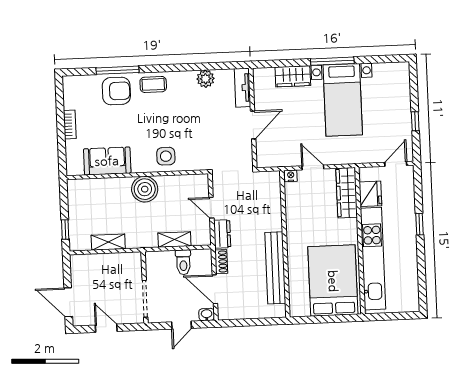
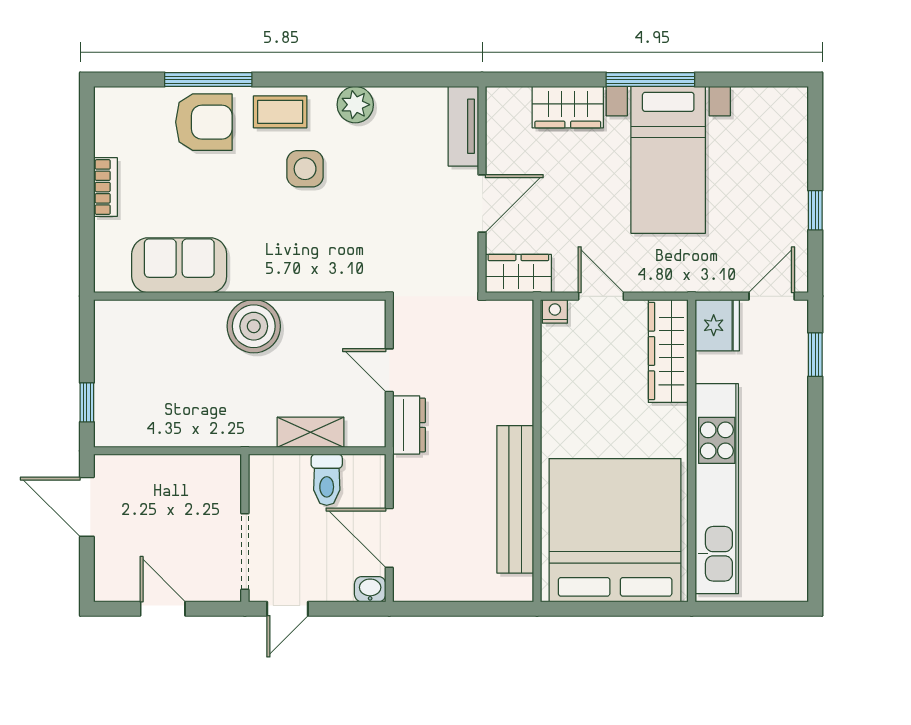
plant: (206, 79) -> (355, 105), moved
side table: (166, 156) -> (305, 169), moved
wardrobe: (272, 158) -> (518, 274), added
fridge: (370, 194) -> (717, 325), moved
window: (420, 224) -> (815, 355), moved
shelving: (108, 242) -> (174, 432), removed
shoe rack: (221, 262) -> (405, 482), removed
bed: (333, 281) -> (615, 530), width x1.36
door: (68, 302) -> (87, 507), moved
door: (181, 325) -> (287, 609), moved

